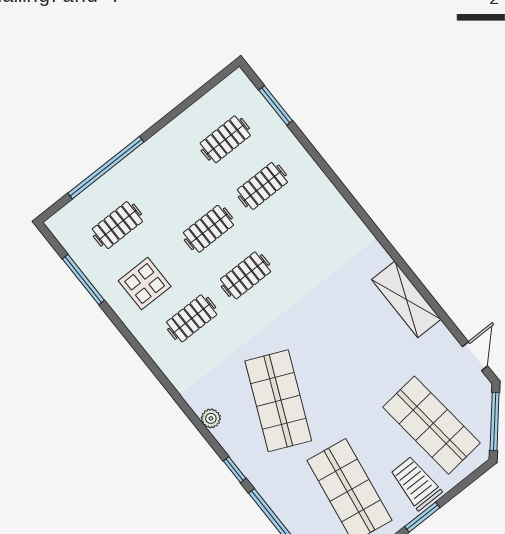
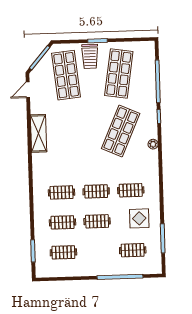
clothes rail: (299, 233) -> (62, 192), added

